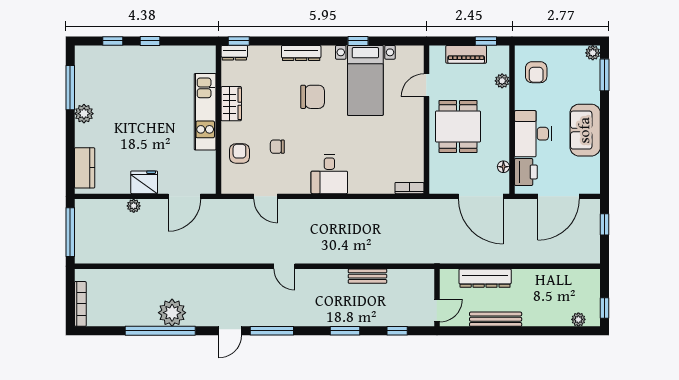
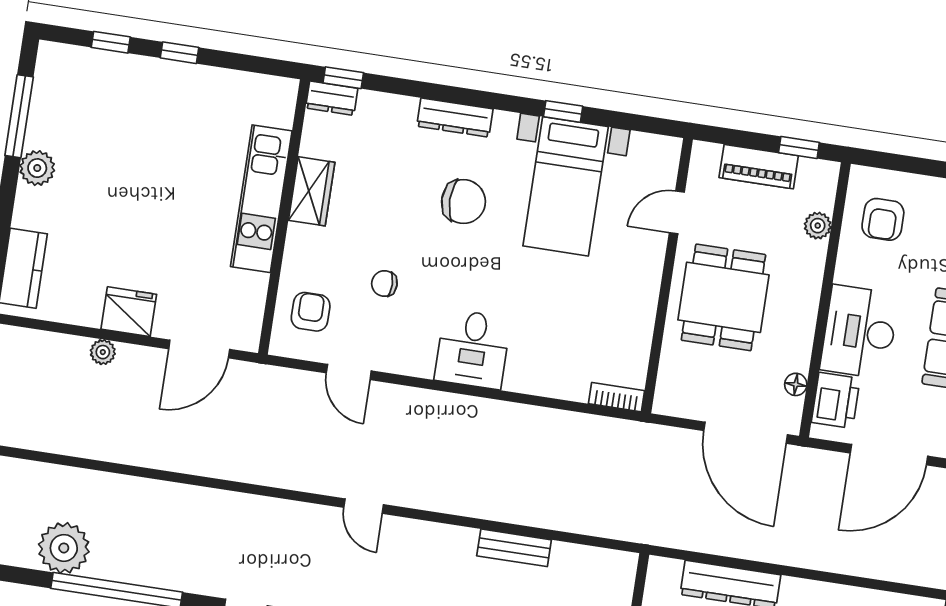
armchair: (239, 153) -> (311, 312), moved
plant: (172, 313) -> (64, 548), moved

